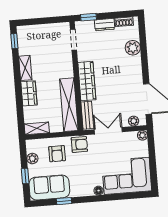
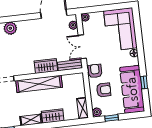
wardrobe: (87, 81) -> (46, 66), width x0.67
shelving: (69, 105) -> (39, 84), moved
plant: (32, 159) -> (97, 112), moved
window: (25, 176) -> (112, 118), moved
sofa: (49, 188) -> (132, 89), width x1.36

